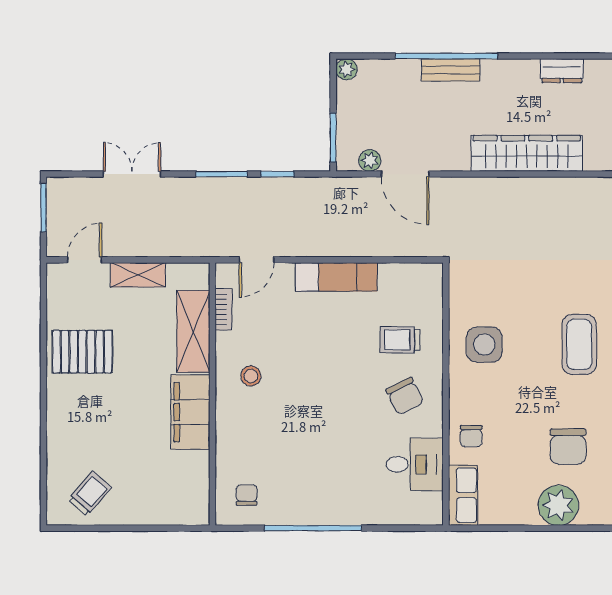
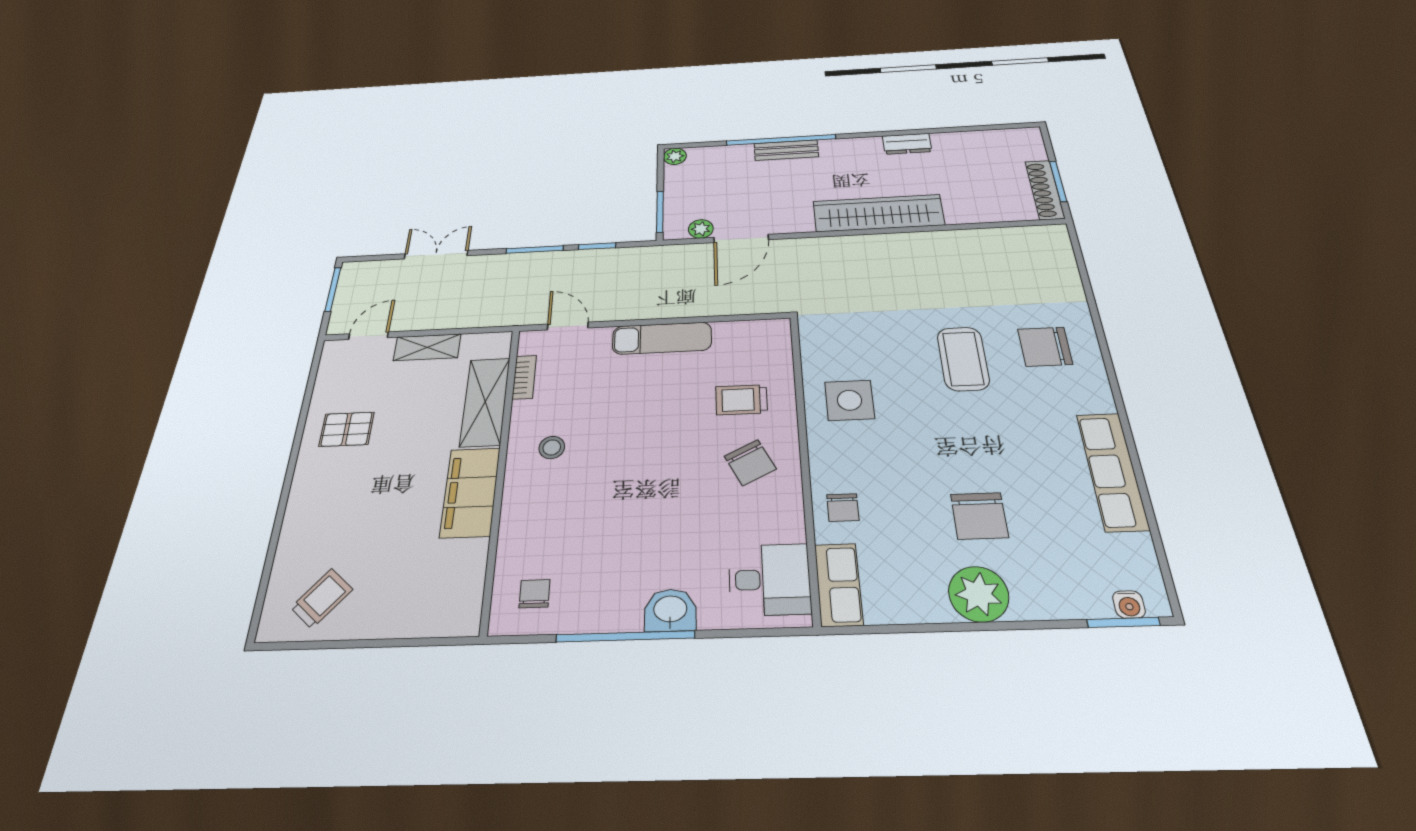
door: (405, 174) -> (741, 239), hinge flipped
door: (256, 260) -> (568, 326), swing flipped
coffee table: (579, 344) -> (963, 359), moved
pallet: (82, 352) -> (347, 429), width x0.67, depth x0.71
desk: (415, 464) -> (769, 579), moved
washbasin: (344, 510) -> (670, 610), added

